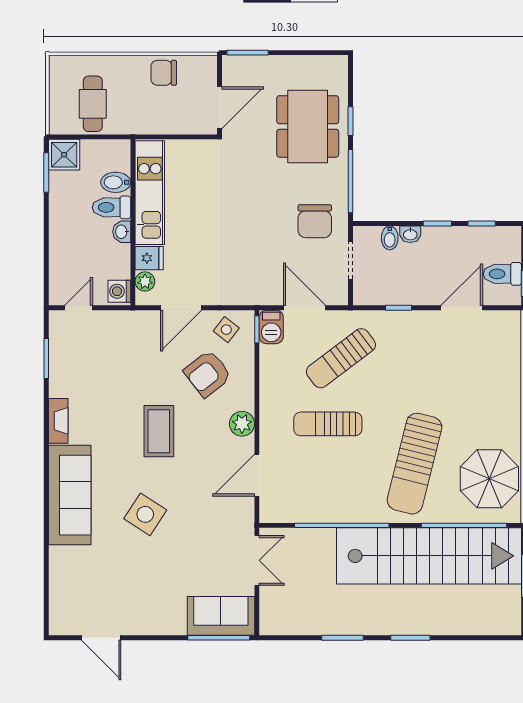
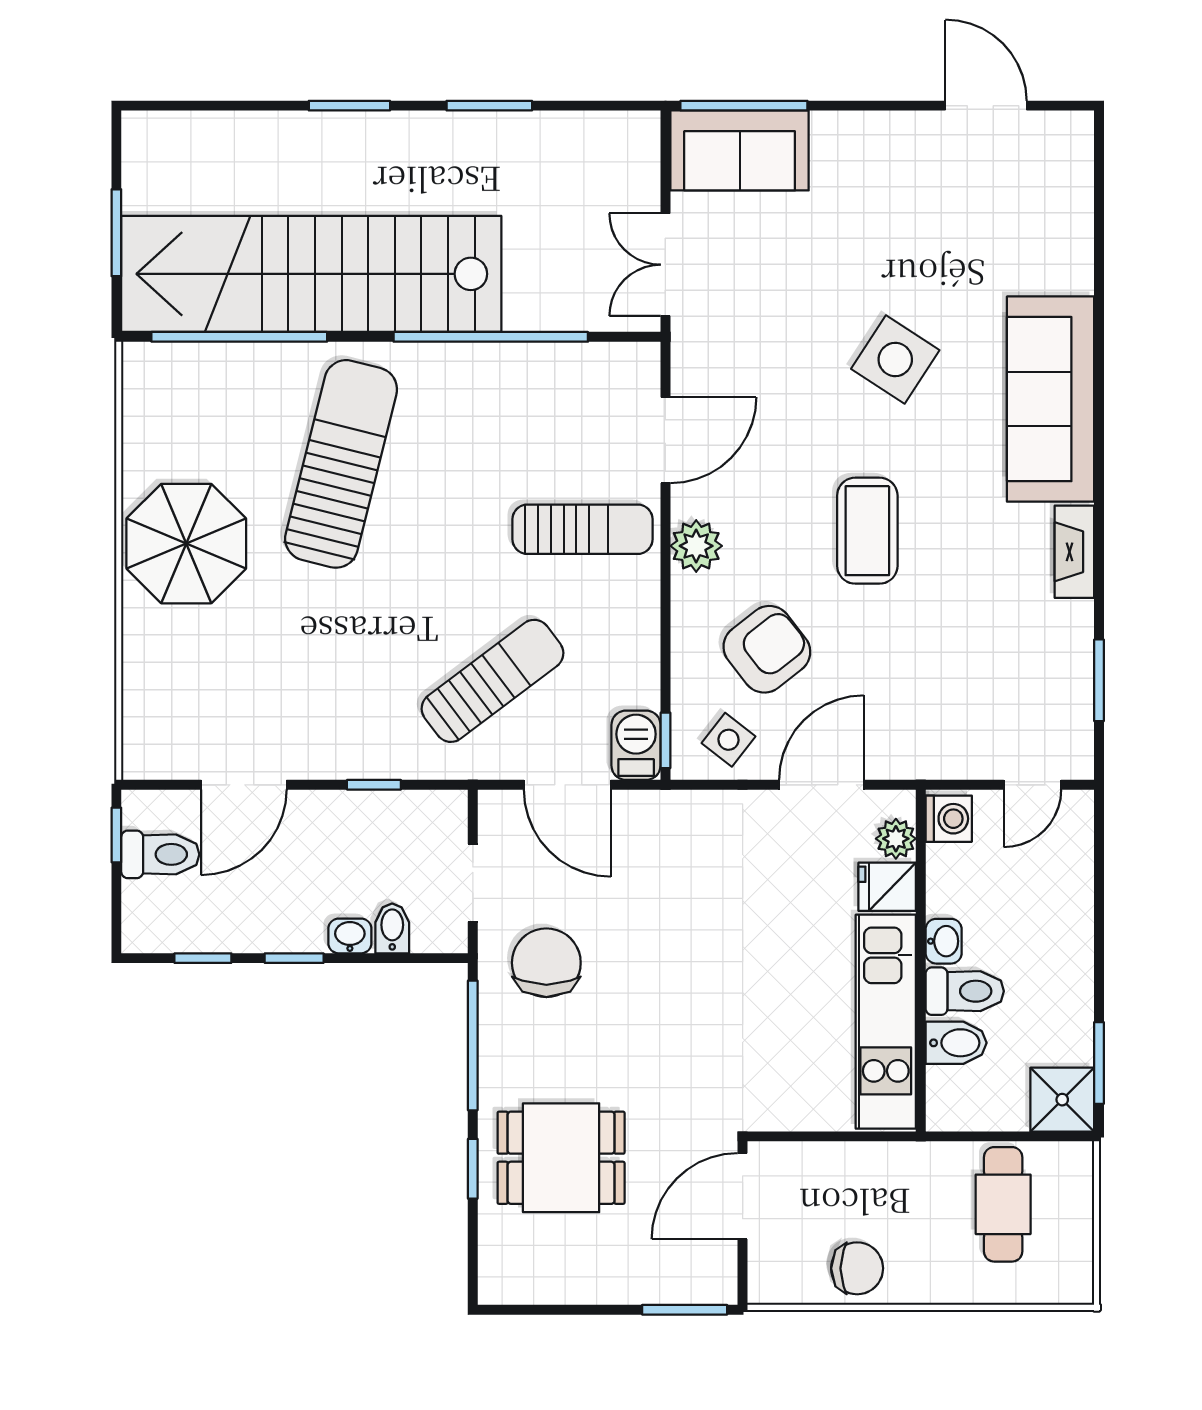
dining table: (308, 126) -> (561, 1158), width x0.73
sun lounger: (328, 424) -> (583, 529), moved
parasol: (489, 479) -> (186, 544), moved

